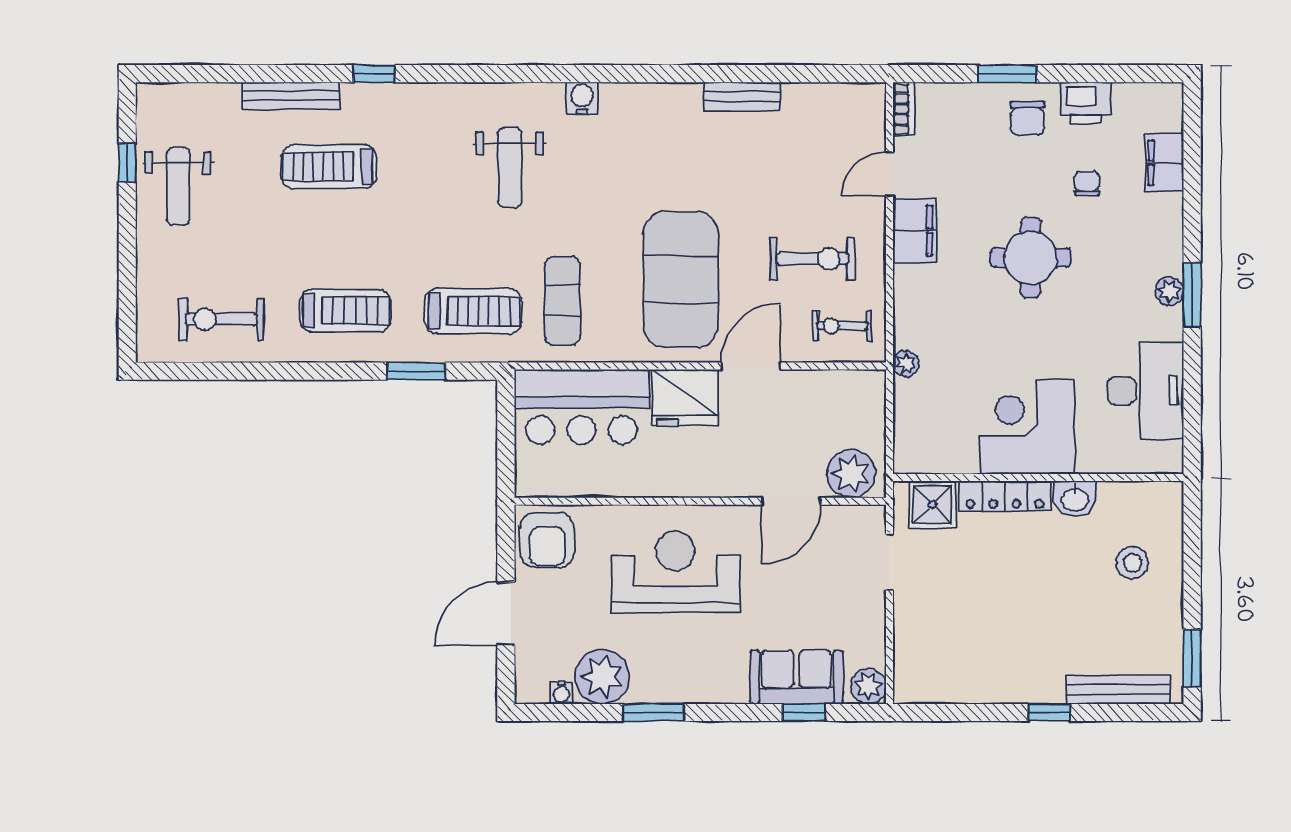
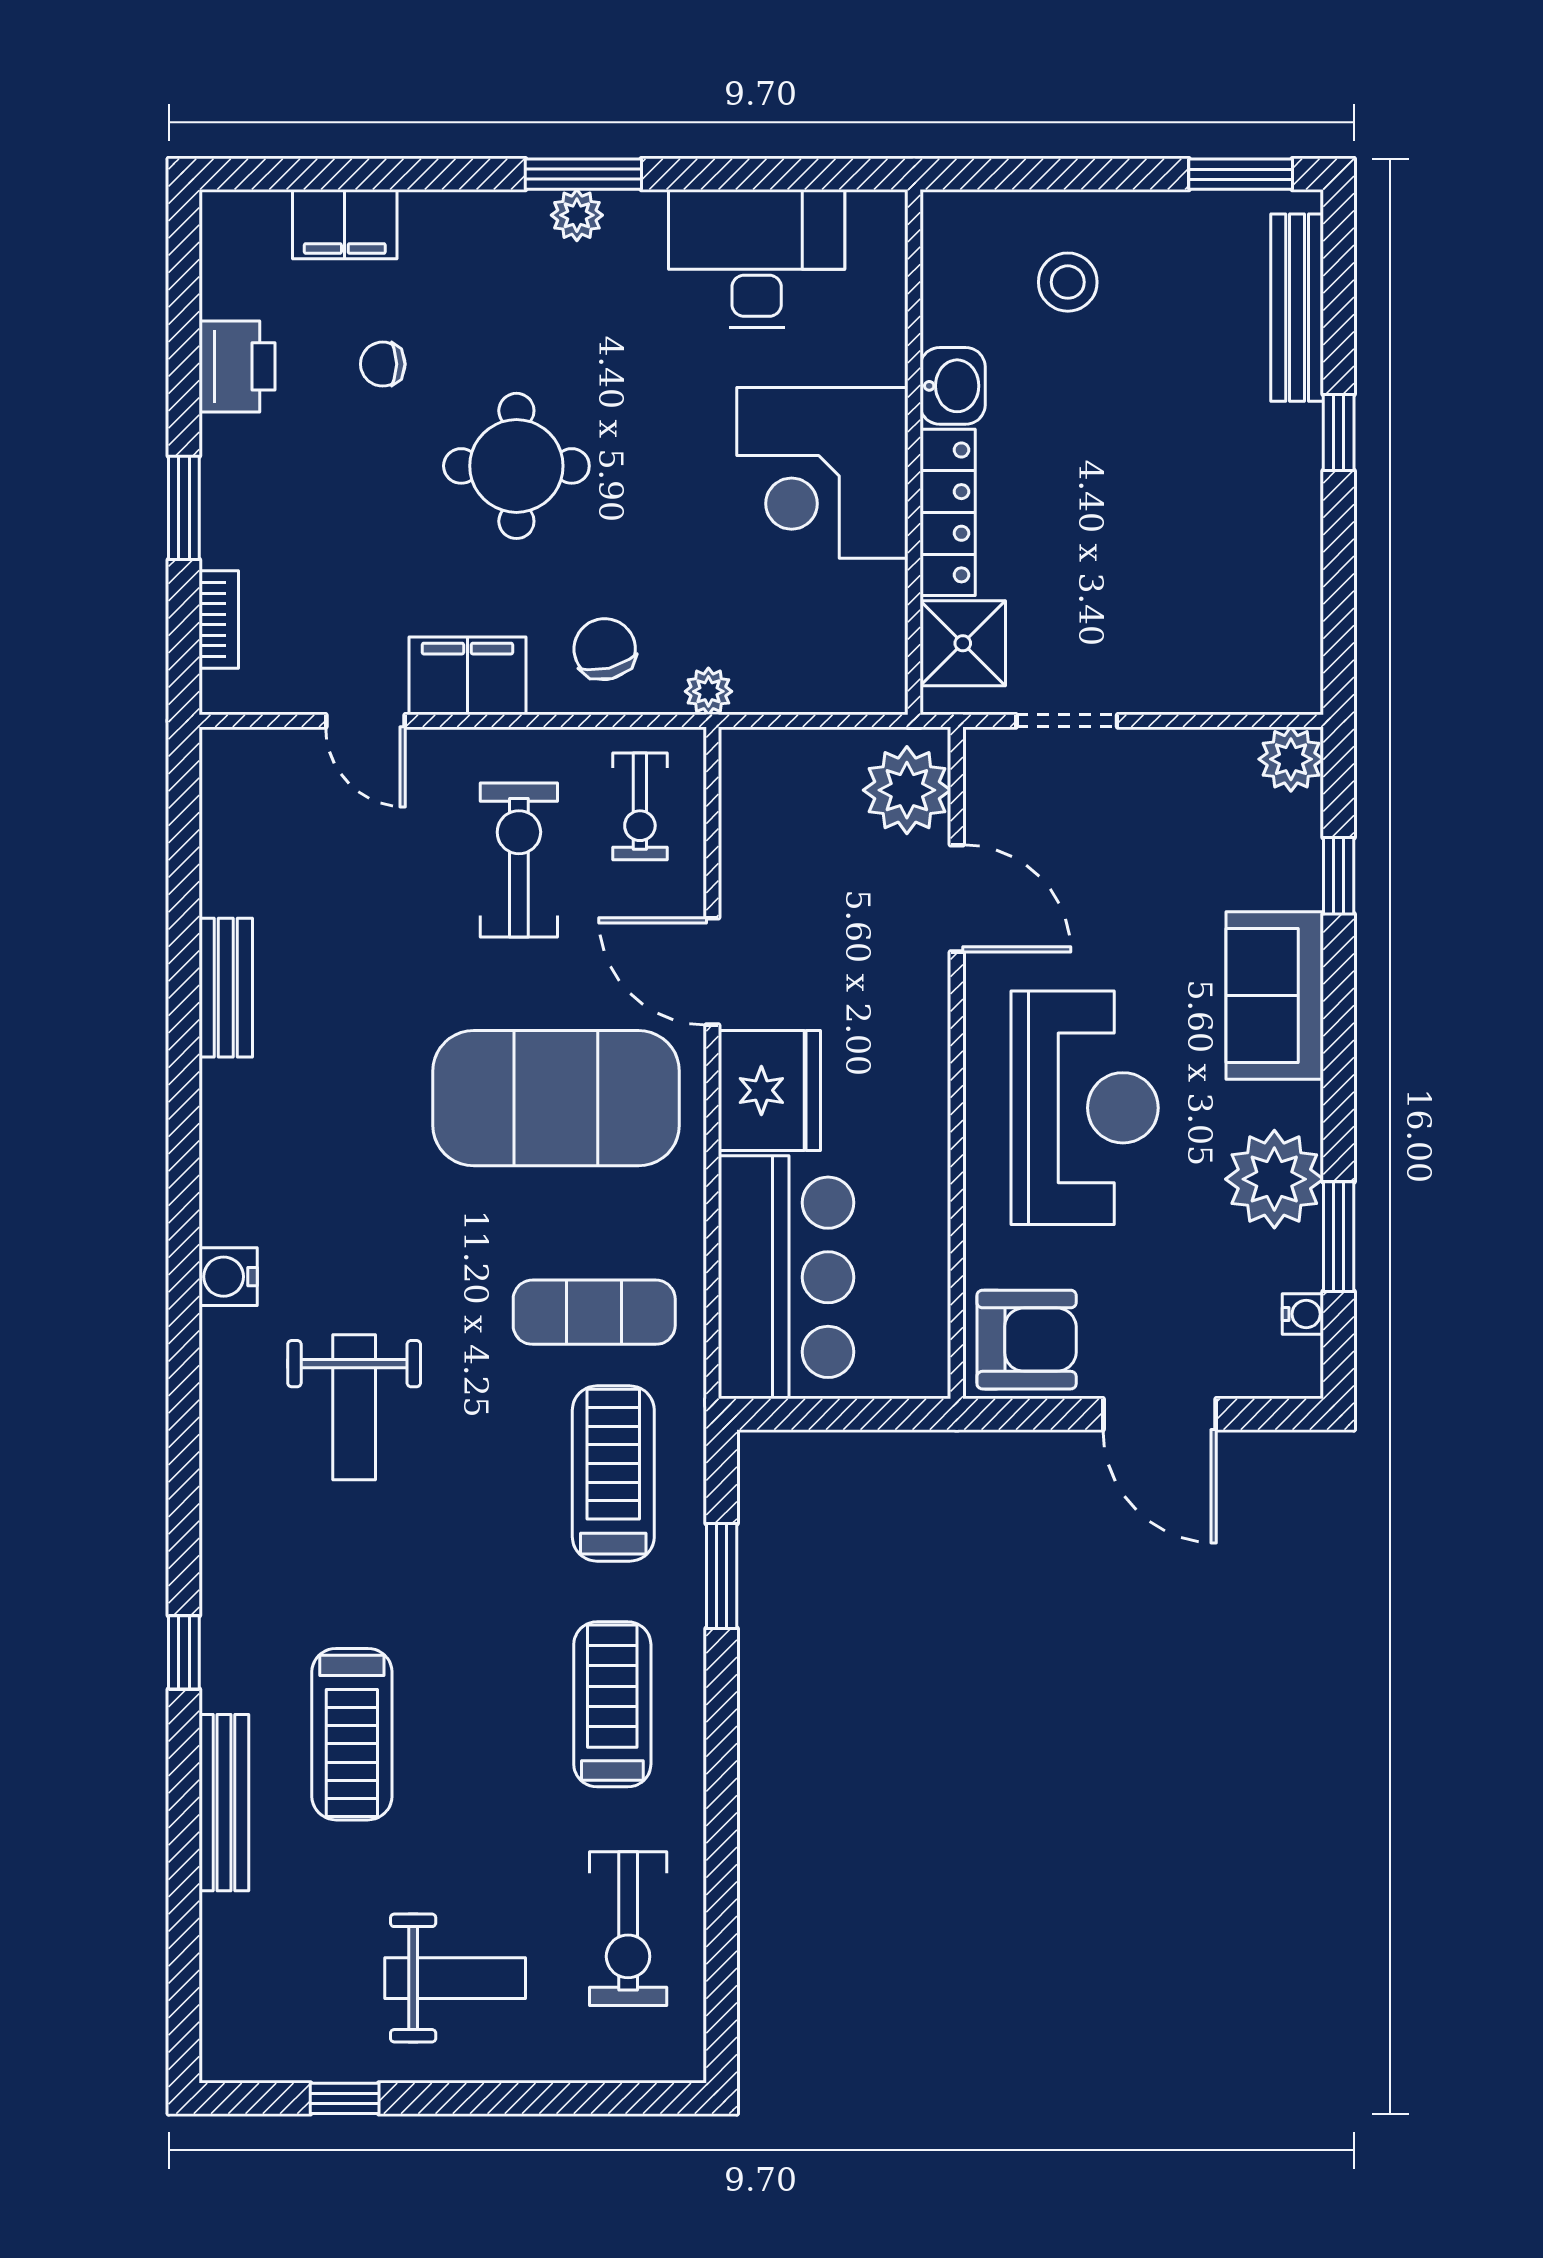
bookcase: (904, 109) -> (219, 619), moved, turned 90
chair: (1027, 118) -> (605, 649), moved, turned -104
weight bench: (510, 168) -> (354, 1407), turned 90
weight bench: (178, 186) -> (455, 1978), moved
reception desk: (675, 572) -> (1085, 1108), turned 180
plant: (602, 677) -> (1274, 1179), moved
sofa: (796, 677) -> (1275, 995), moved
window: (654, 713) -> (1339, 1237), moved

